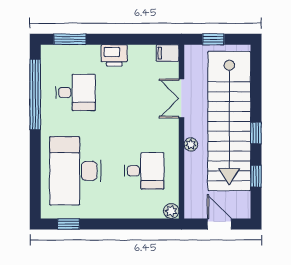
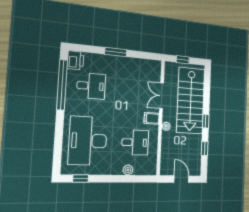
window: (70, 39) -> (116, 52), moved
filing cabinet: (168, 53) -> (152, 118), moved
printer: (114, 55) -> (75, 60), moved, turned -90
stairs: (229, 121) -> (191, 101), width x0.73
plant: (171, 211) -> (128, 170), moved

